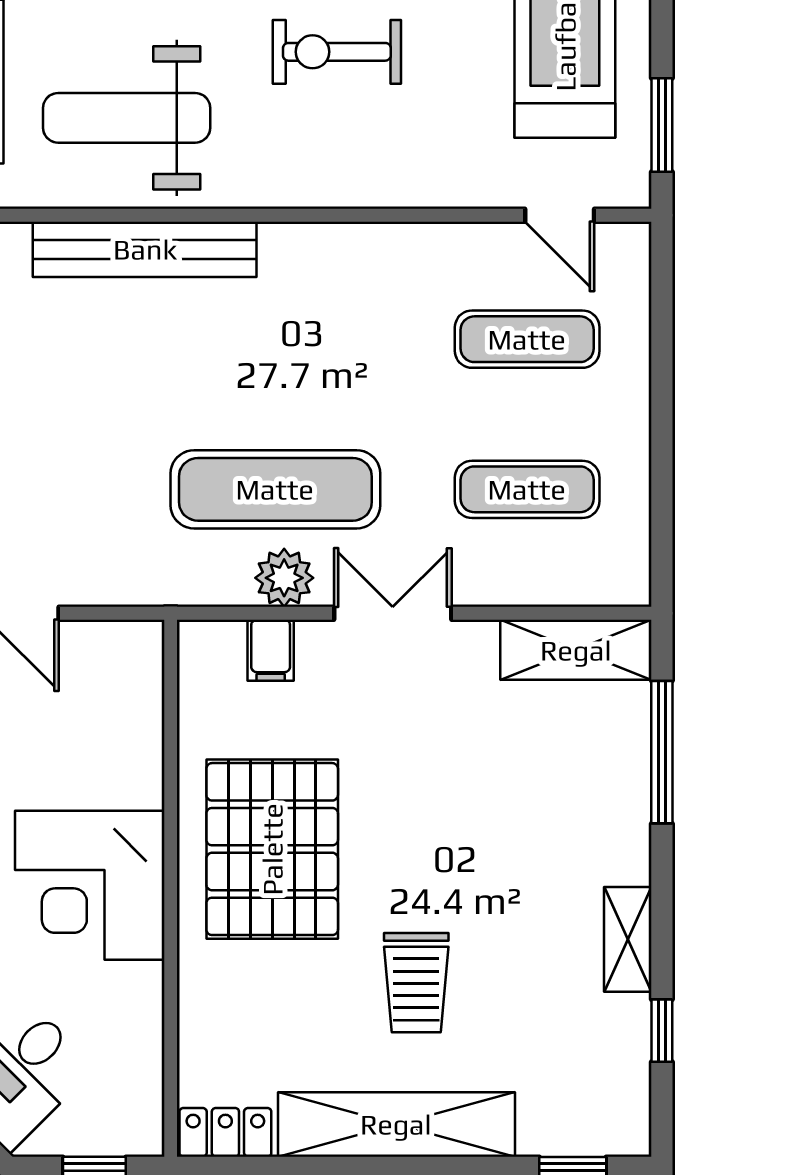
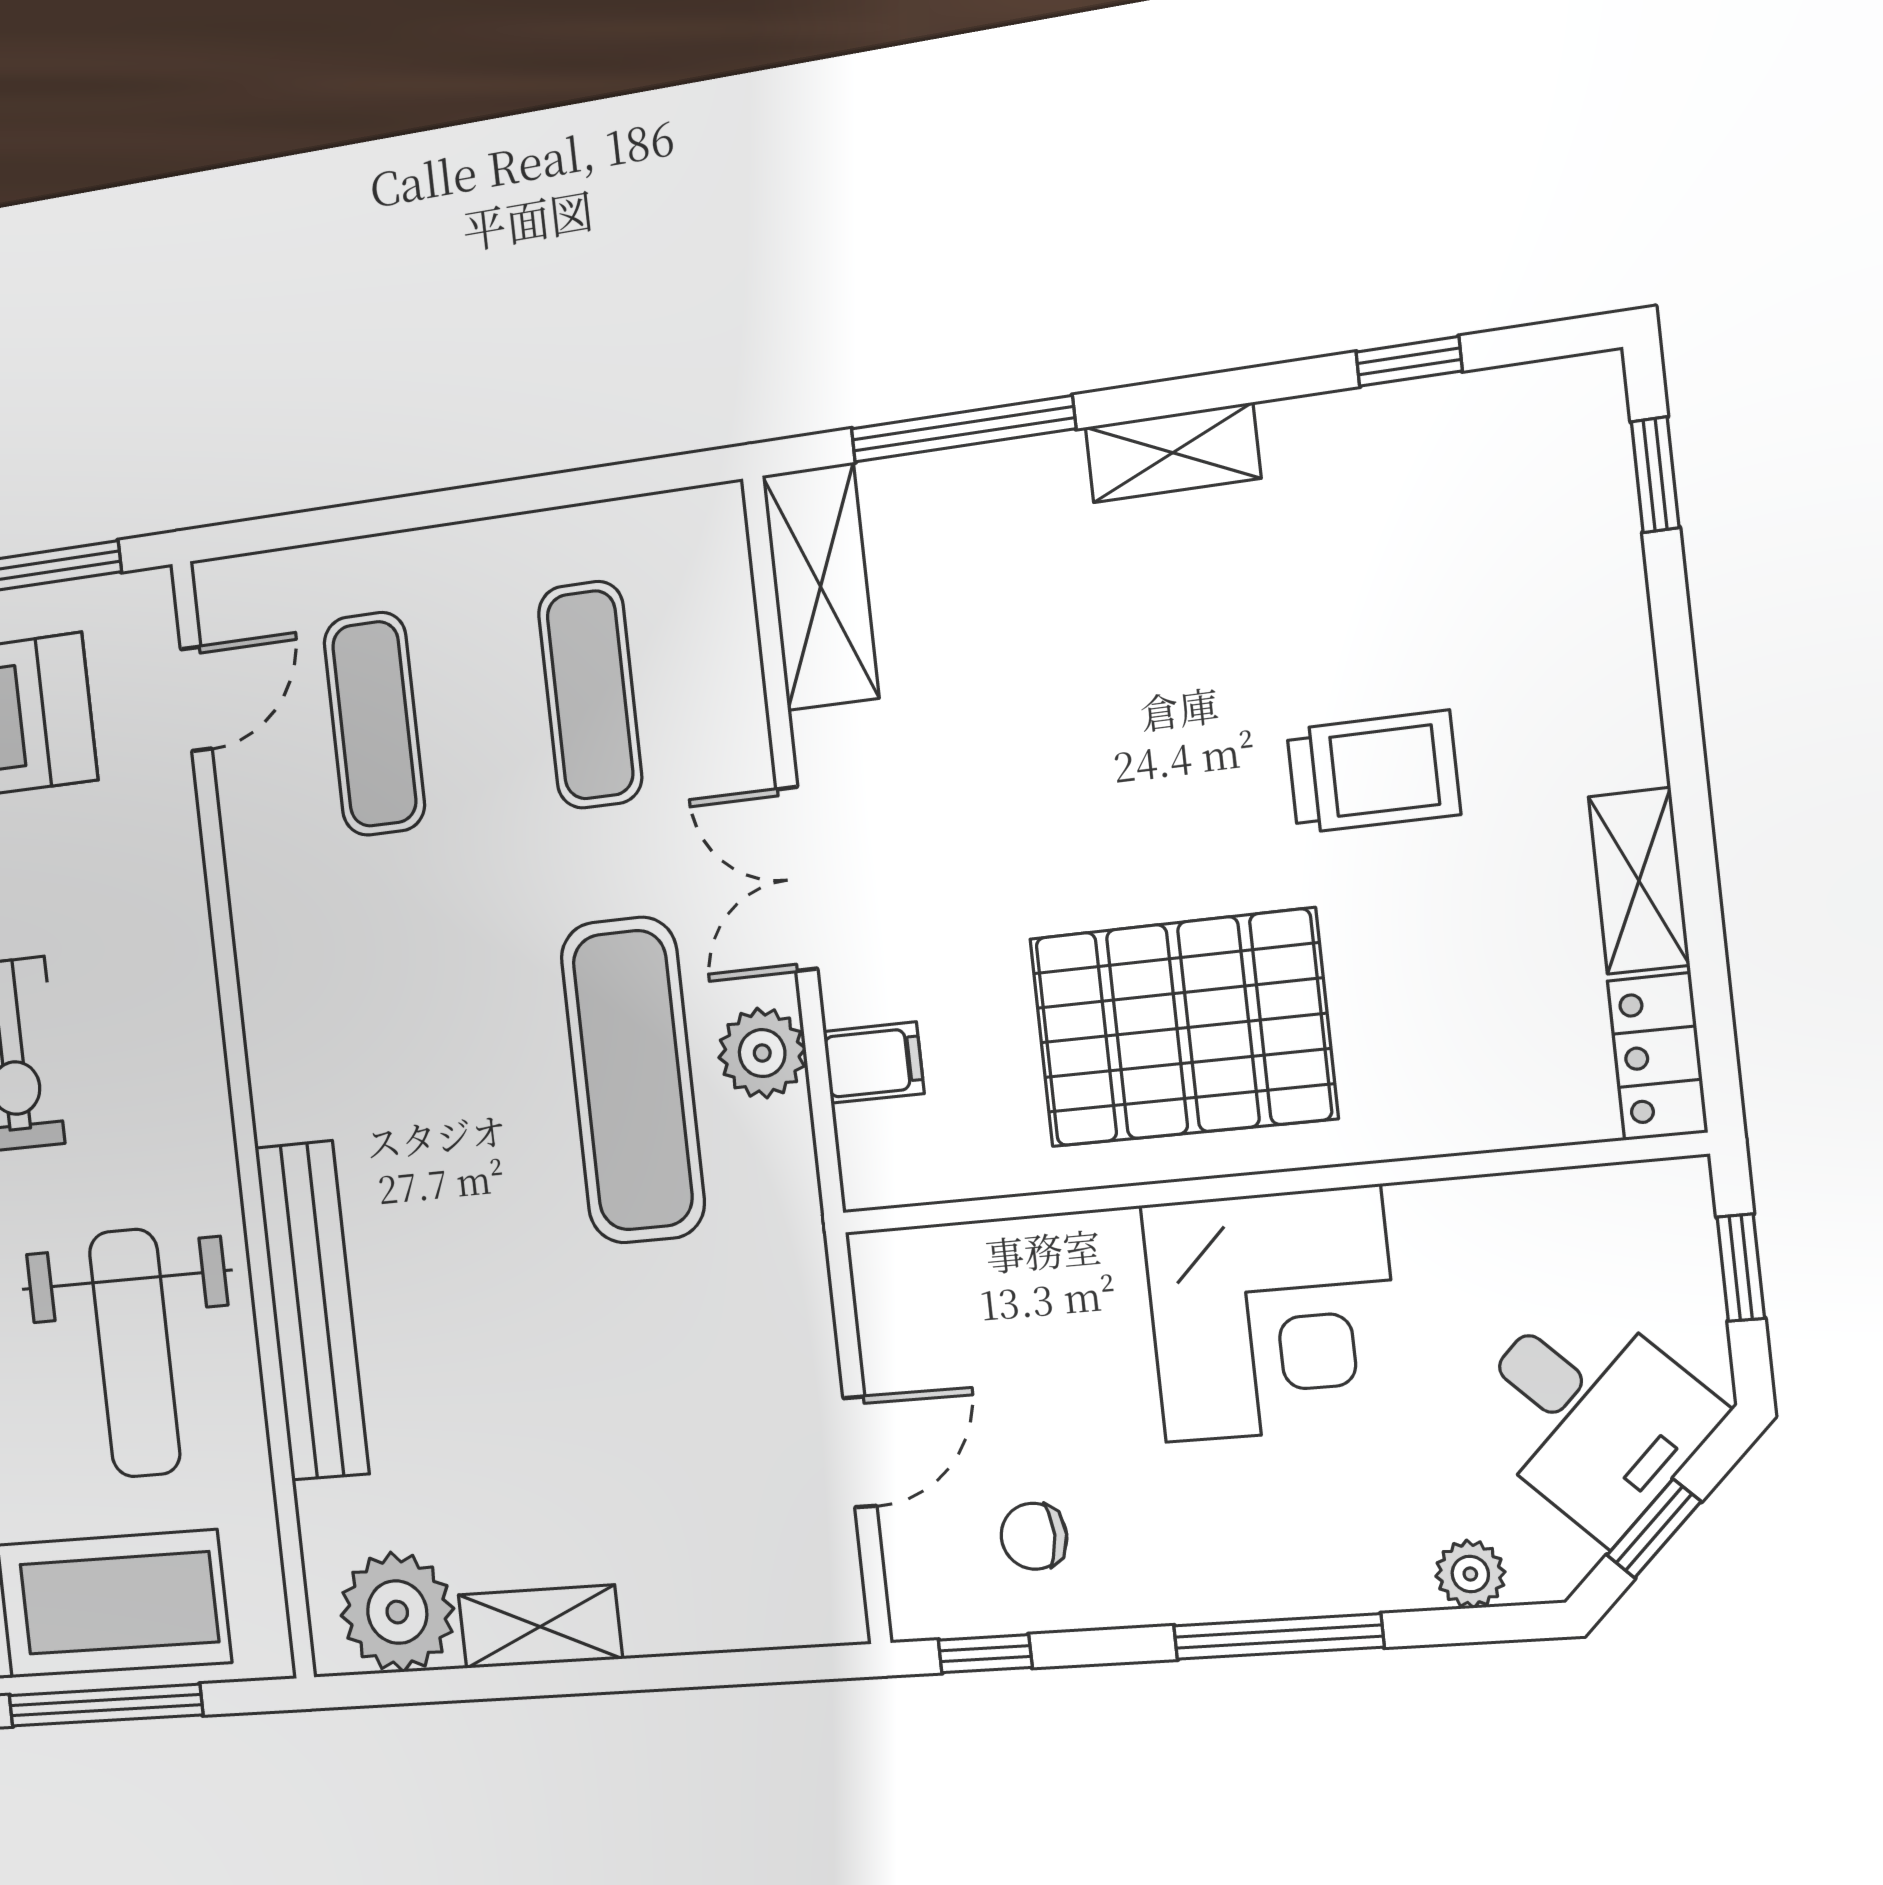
shelving: (628, 939) -> (1173, 453), moved
shelving: (396, 1124) -> (1639, 881), width x0.45, depth x0.75

